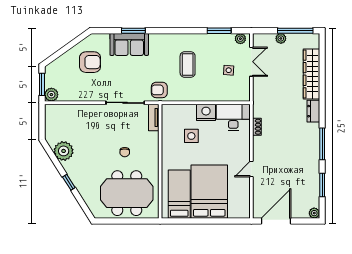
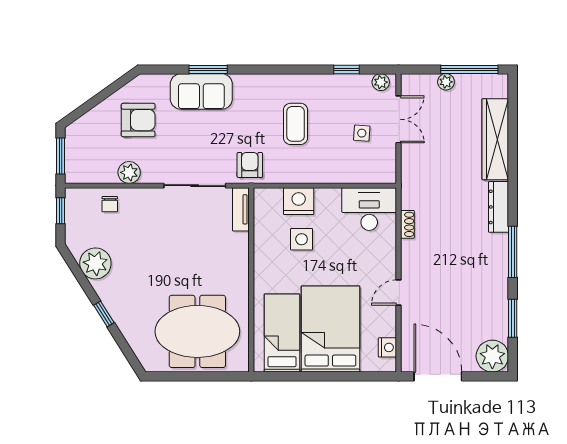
window: (219, 31) -> (346, 69), width x0.67
armchair: (159, 90) -> (250, 165), turned 90
plant: (51, 95) -> (129, 172), moved
dresser: (313, 111) -> (499, 207), width x1.44
nightstand: (206, 112) -> (299, 201), moved
window: (42, 118) -> (60, 211), added
chair: (125, 152) -> (110, 204), moved
nightstand: (245, 203) -> (387, 347), added
plant: (314, 213) -> (492, 356), width x1.87, depth x1.87
door: (276, 221) -> (438, 376), hinge flipped

